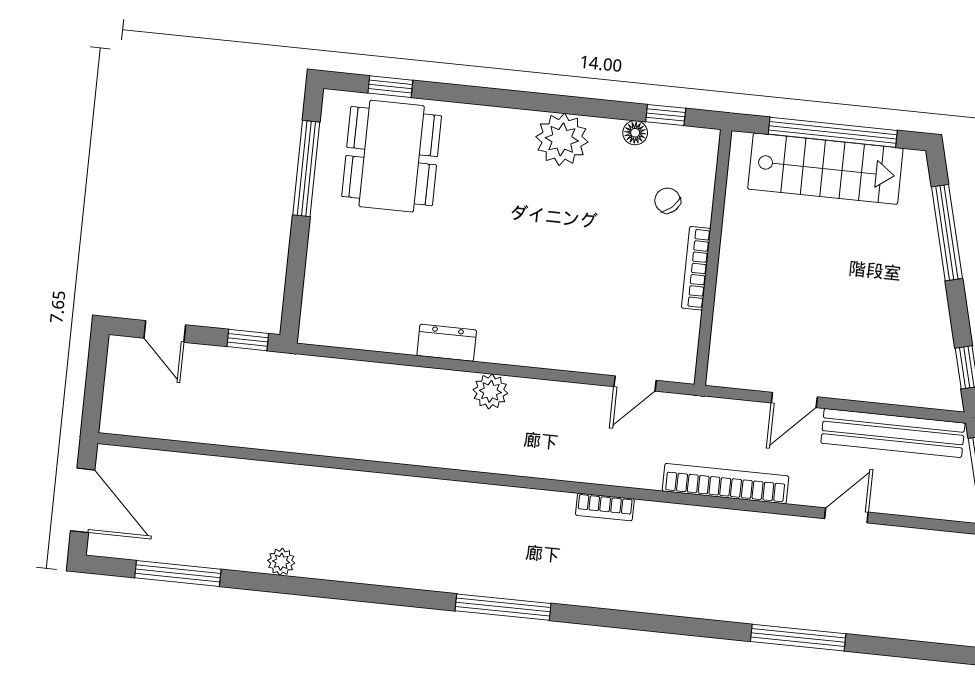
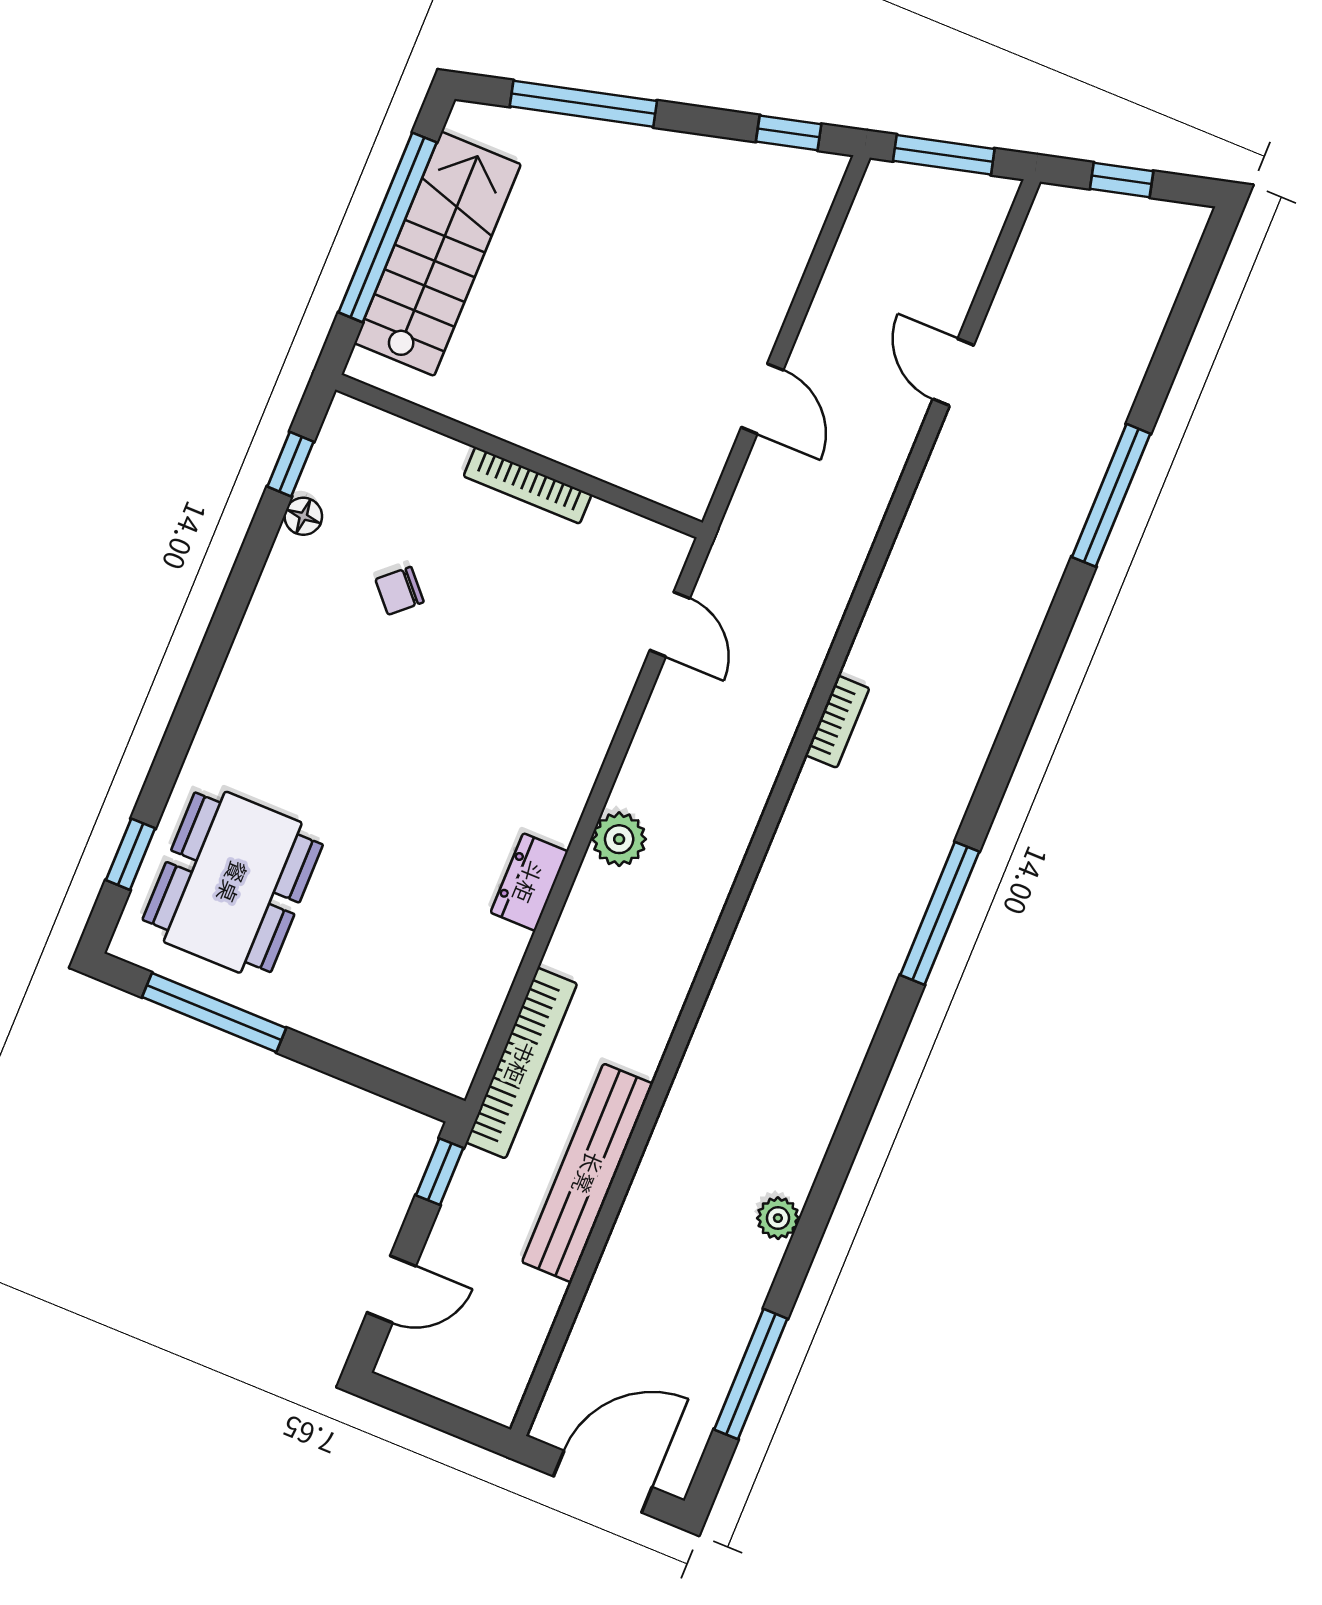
plant: (562, 139) -> (281, 626), removed
dining table: (392, 156) -> (233, 882), turned 90
chair: (667, 201) -> (400, 591), moved
bench: (893, 433) -> (588, 1173), moved
bookcase: (726, 484) -> (521, 1063), moved, turned 180

